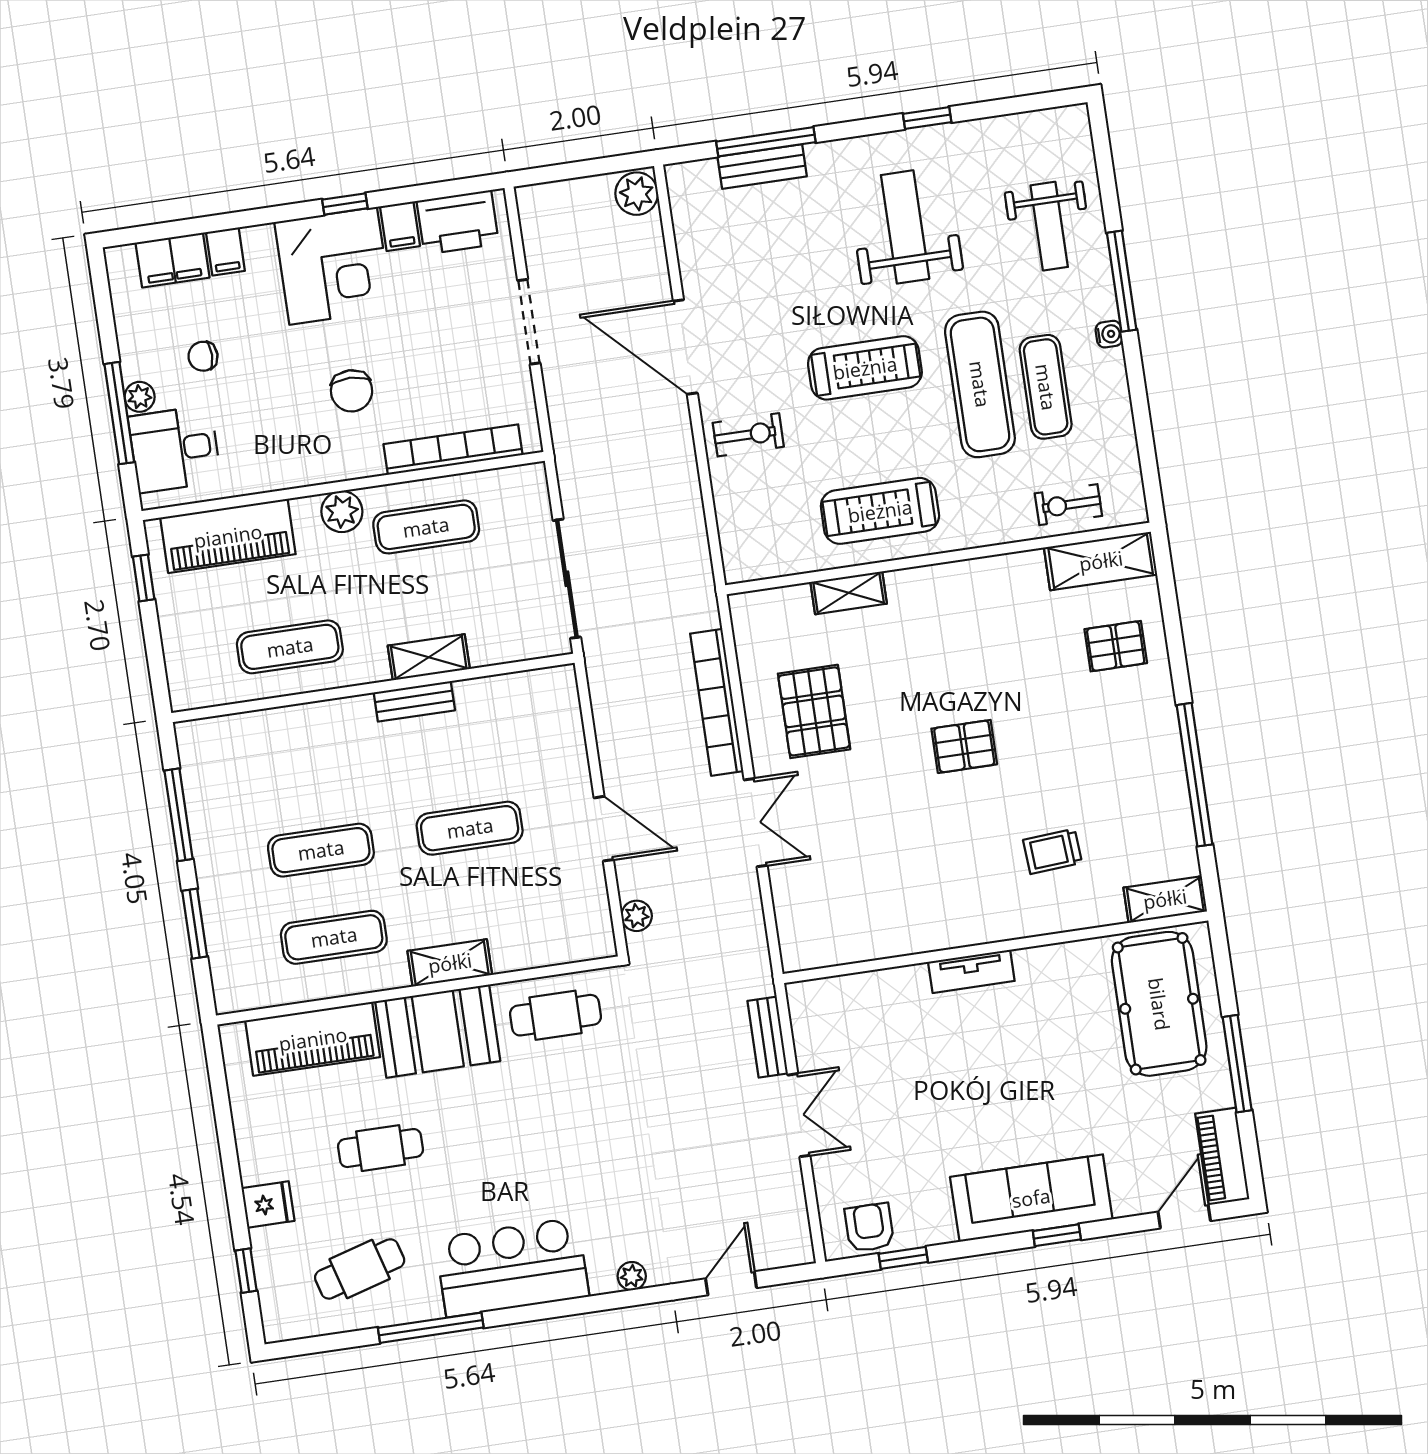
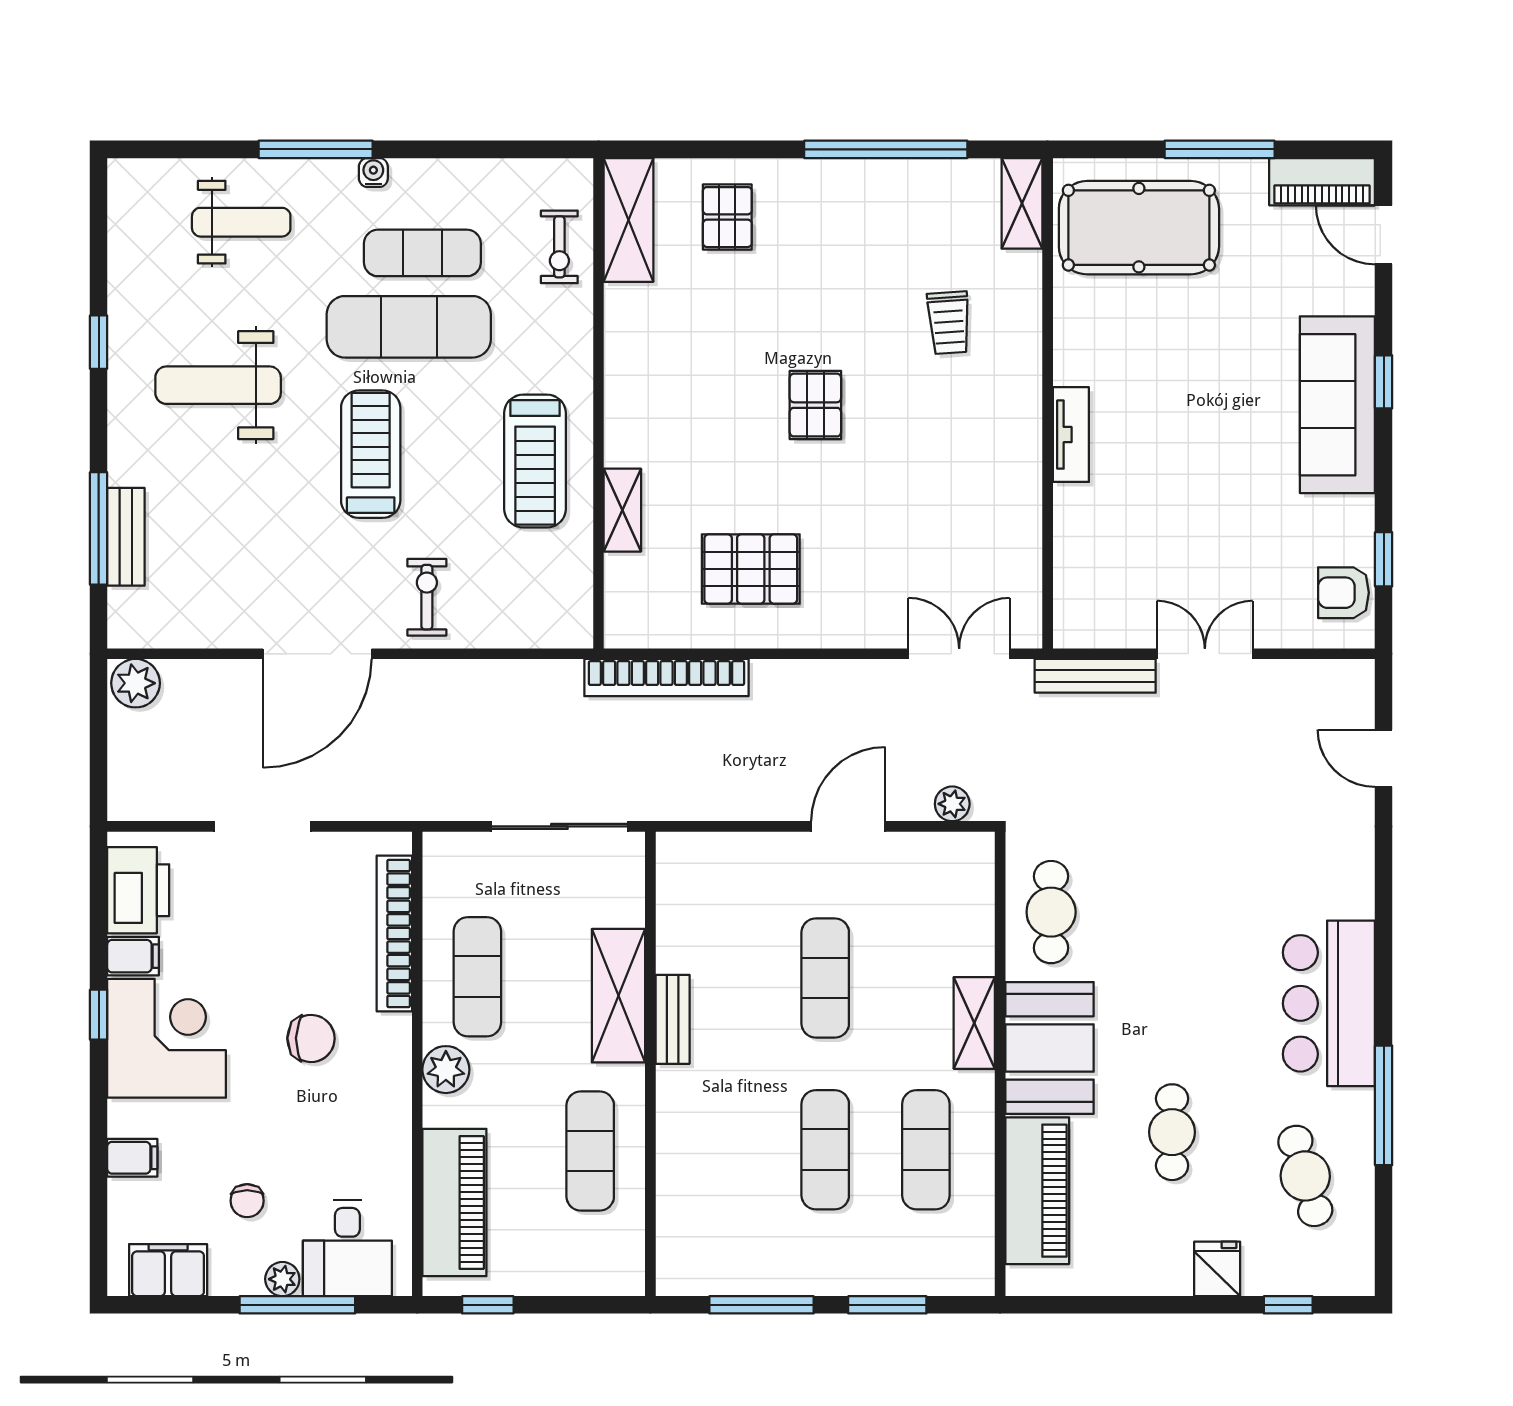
filing cabinet: (172, 260) -> (168, 1270), moved, turned -90
shelving: (429, 657) -> (618, 996), width x1.50, depth x1.33
bookcase: (717, 702) -> (666, 678), moved
double door: (756, 823) -> (959, 654), moved
bench: (768, 1037) -> (1095, 676), width x1.36
plant: (632, 1276) -> (1359, 869), removed

